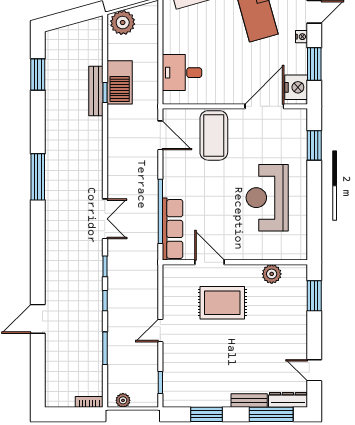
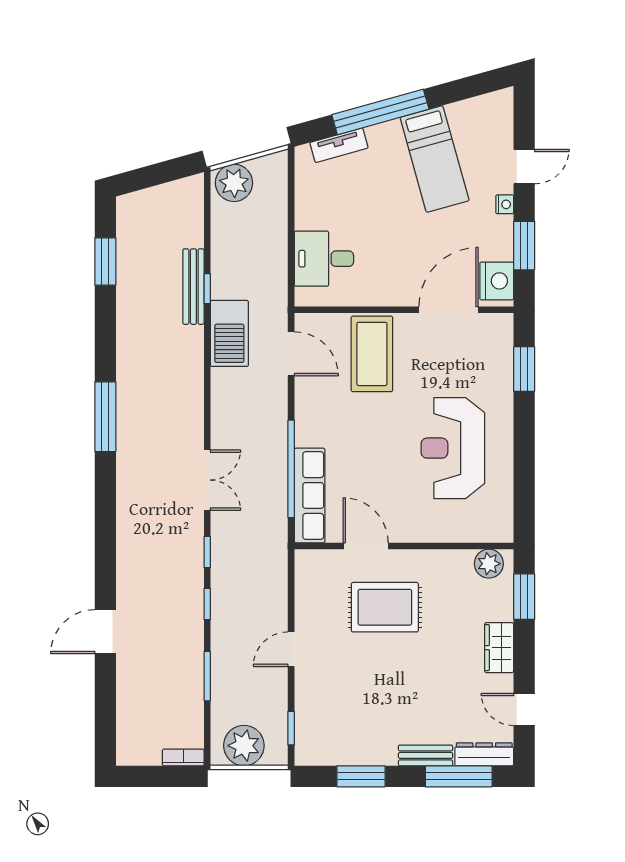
barbecue: (120, 82) -> (229, 333), moved
plant: (272, 274) -> (489, 564), moved
wardrobe: (298, 329) -> (499, 648), added
plant: (123, 400) -> (244, 746), width x1.87, depth x1.87

